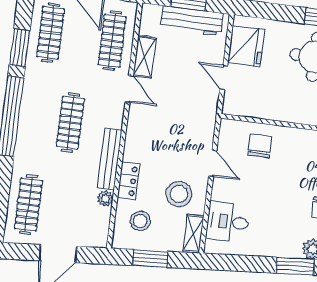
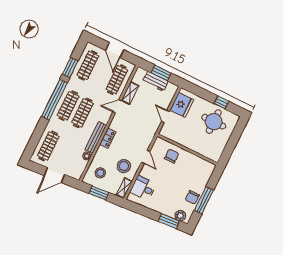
workbench: (192, 21) -> (156, 81), width x0.73
door: (129, 89) -> (117, 106), swing flipped
clothes rail: (40, 119) -> (68, 106), added
locker: (129, 181) -> (108, 138), moved

